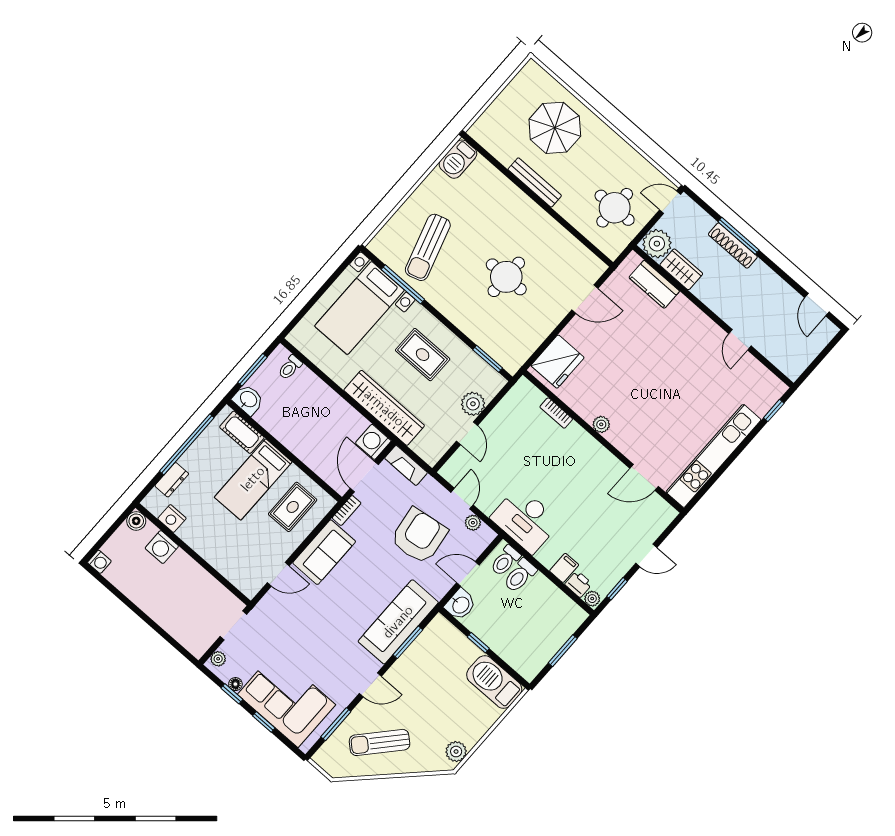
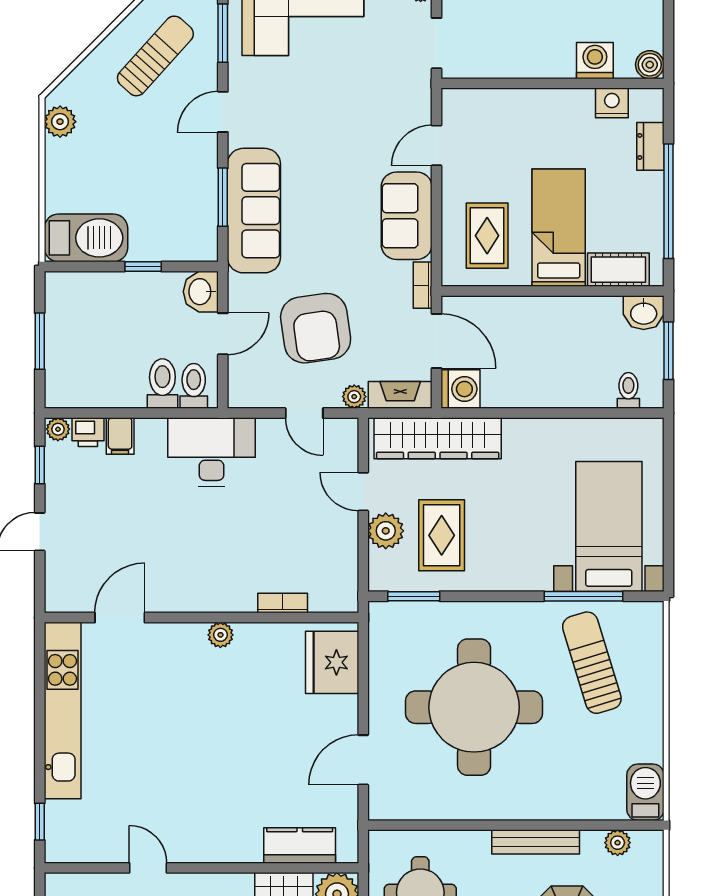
plant: (494, 146) -> (618, 843), added
round table: (506, 277) -> (474, 707), width x1.86, depth x1.86
rug: (423, 355) -> (442, 535), moved, turned 90
wardrobe: (384, 408) -> (438, 438), moved
plant: (473, 523) -> (354, 397), moved

